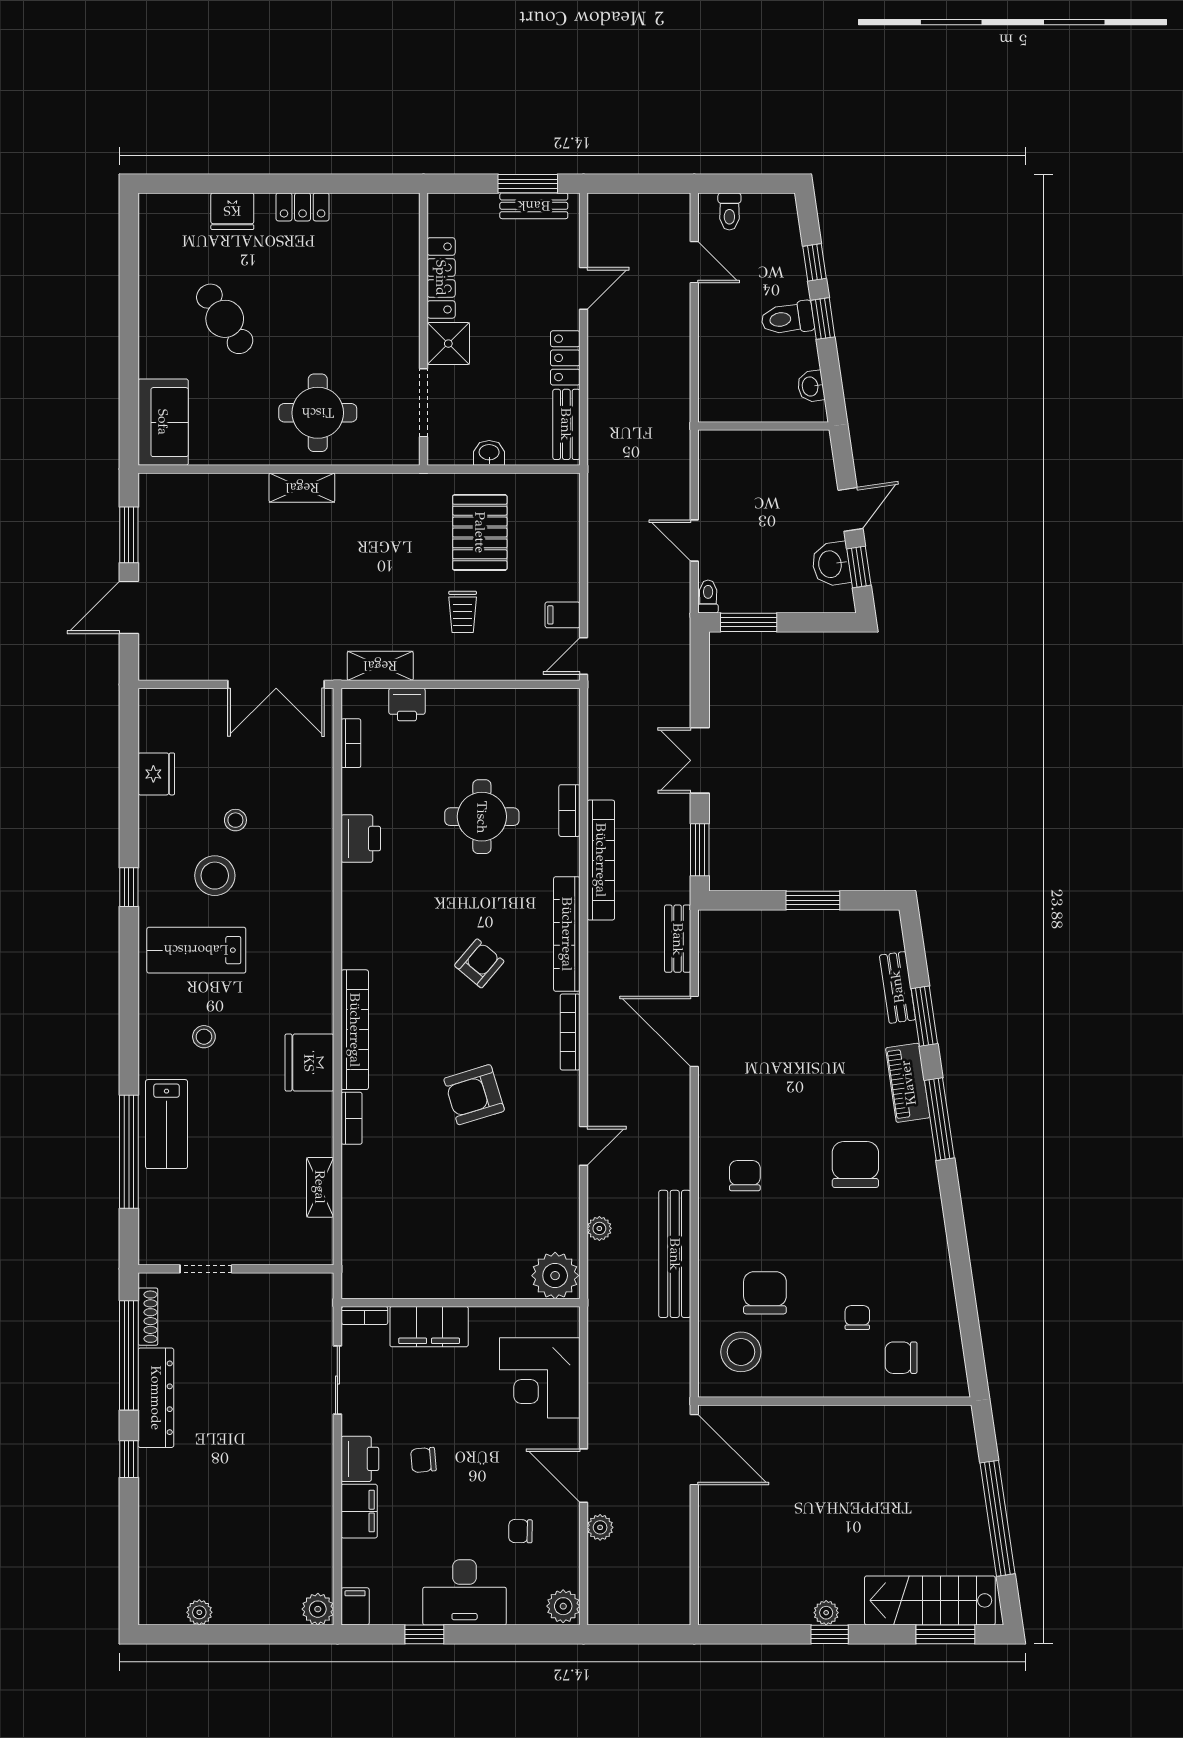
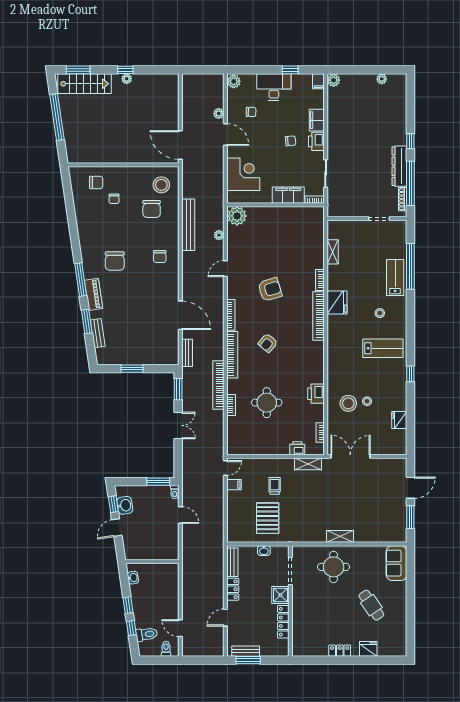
toilet: (787, 318) -> (147, 634), moved
stool: (215, 876) -> (348, 403), moved

